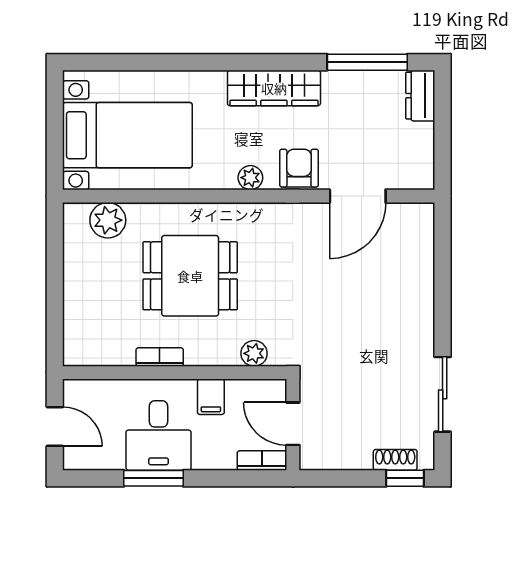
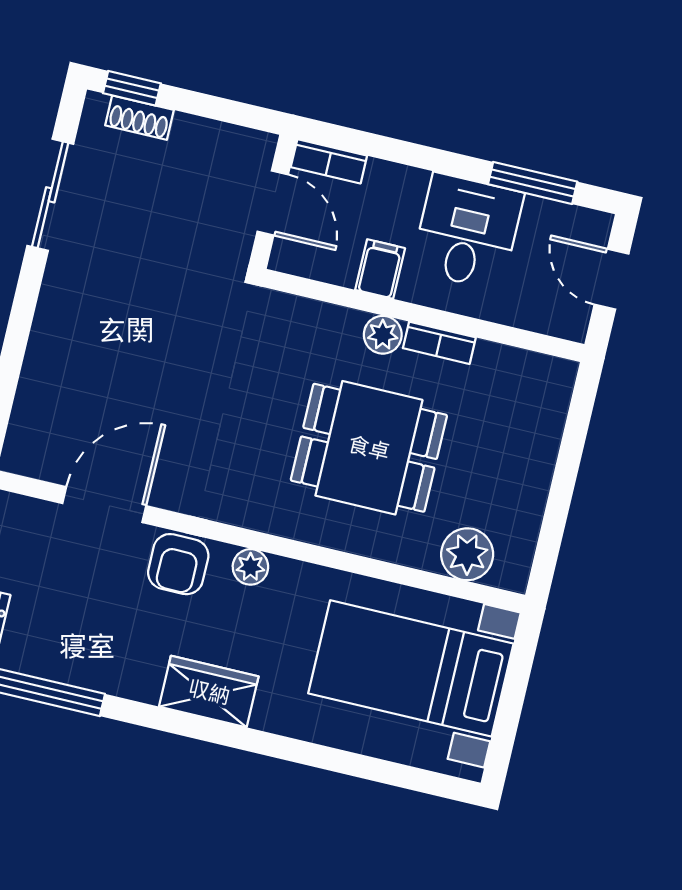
wardrobe: (274, 88) -> (209, 692), width x0.67
plant: (254, 353) -> (383, 335), moved
window: (153, 478) -> (533, 183), moved

